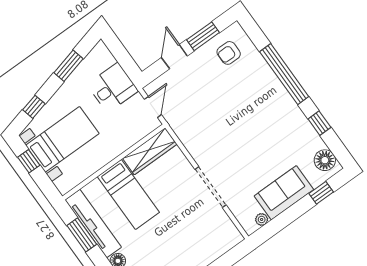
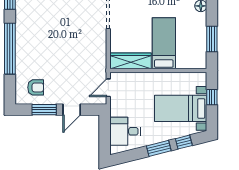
window: (69, 66) -> (159, 148), moved
desk: (113, 88) -> (125, 131), moved
window: (29, 161) -> (212, 97), moved
tv unit: (93, 224) -> (200, 41), removed

